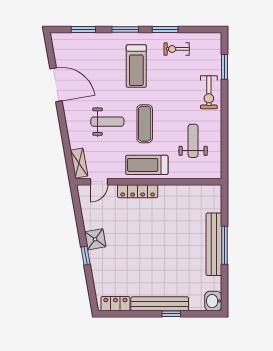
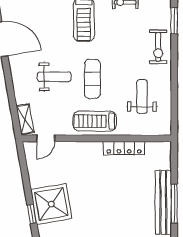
locker: (138, 191) -> (124, 148), moved
shower: (95, 239) -> (51, 204), width x1.86, depth x1.86

